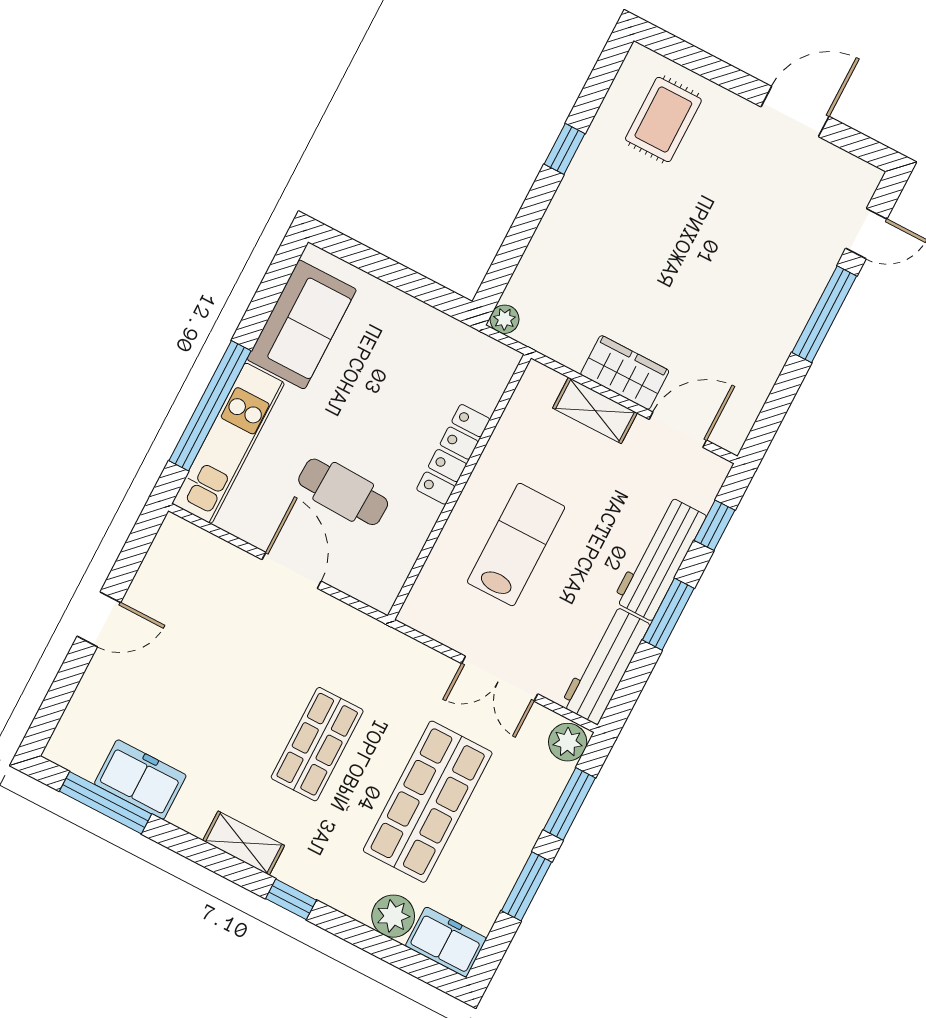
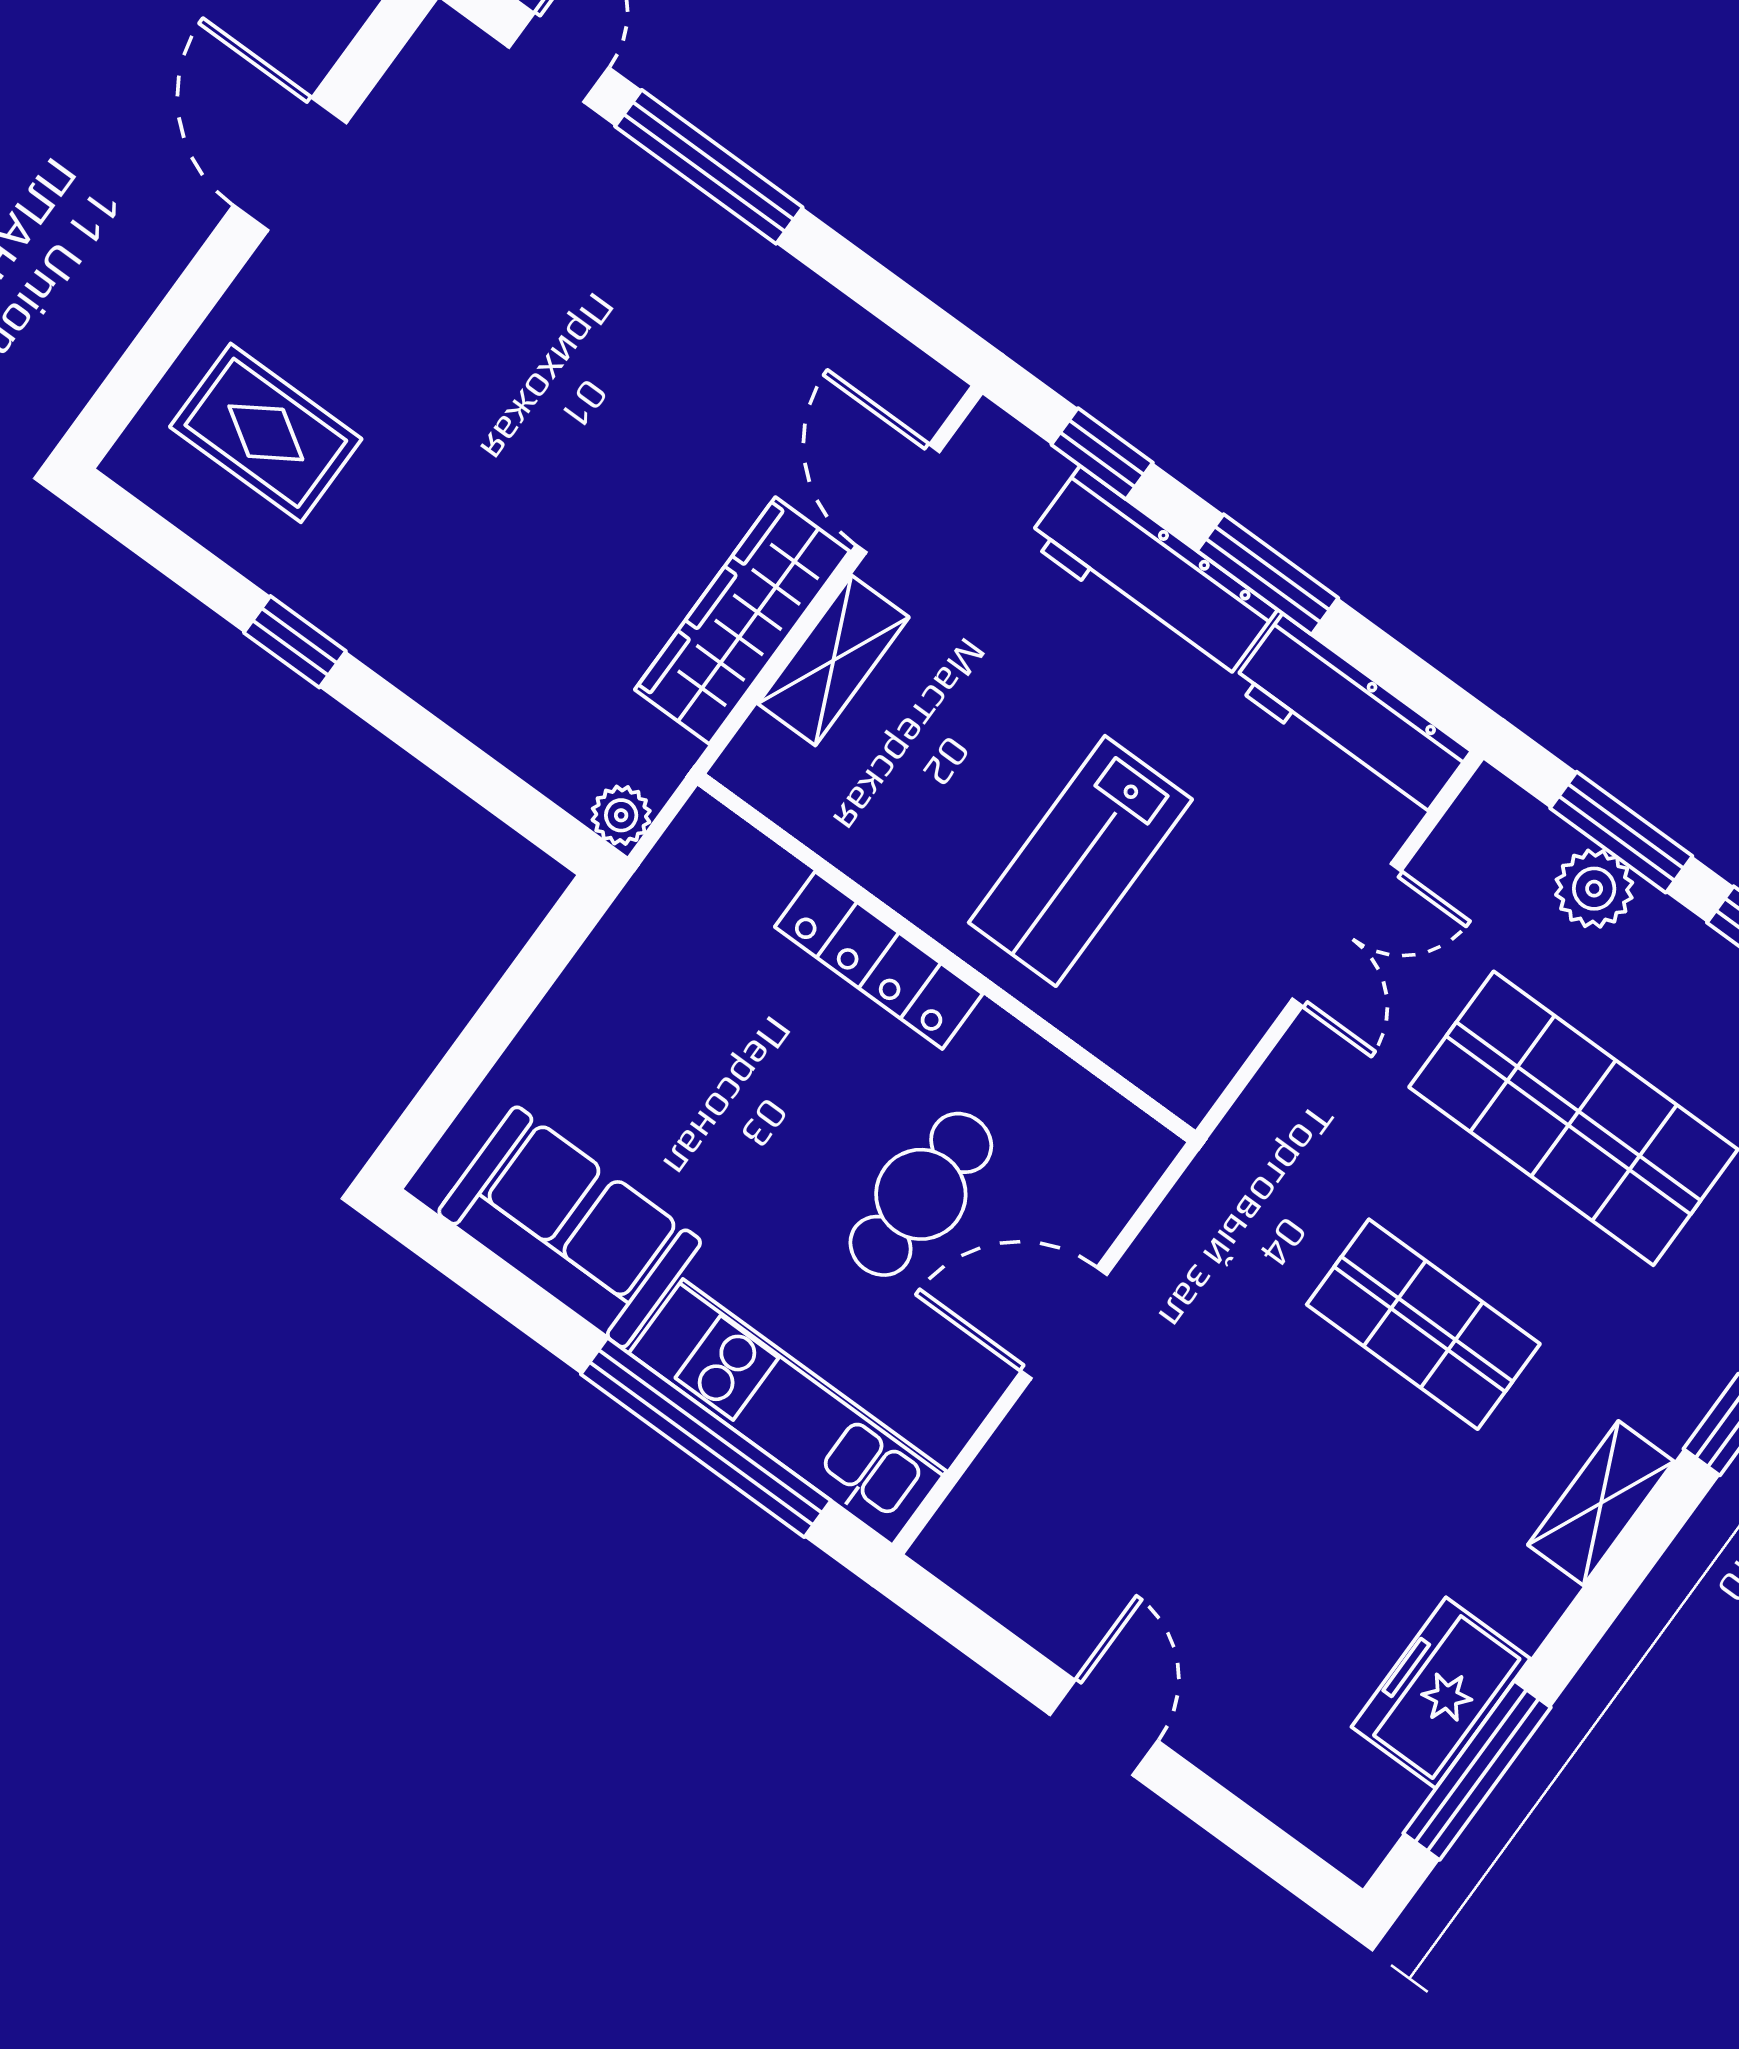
wardrobe: (625, 373) -> (742, 621), width x1.50
lab bench: (516, 545) -> (1080, 861), turned -90
plant: (568, 742) -> (1594, 889), moved

